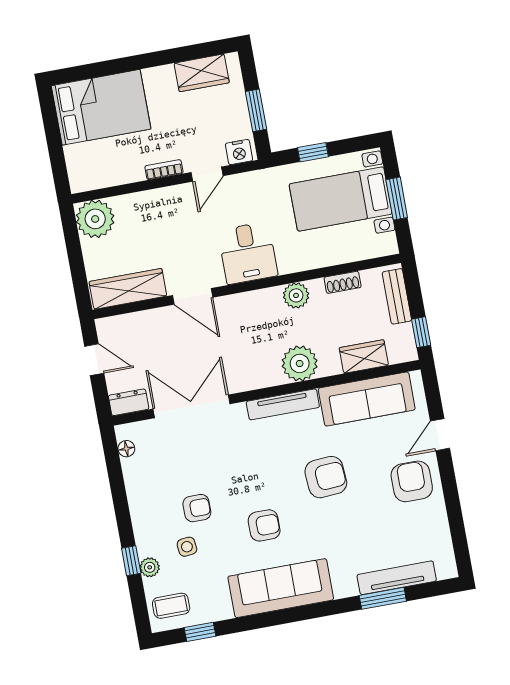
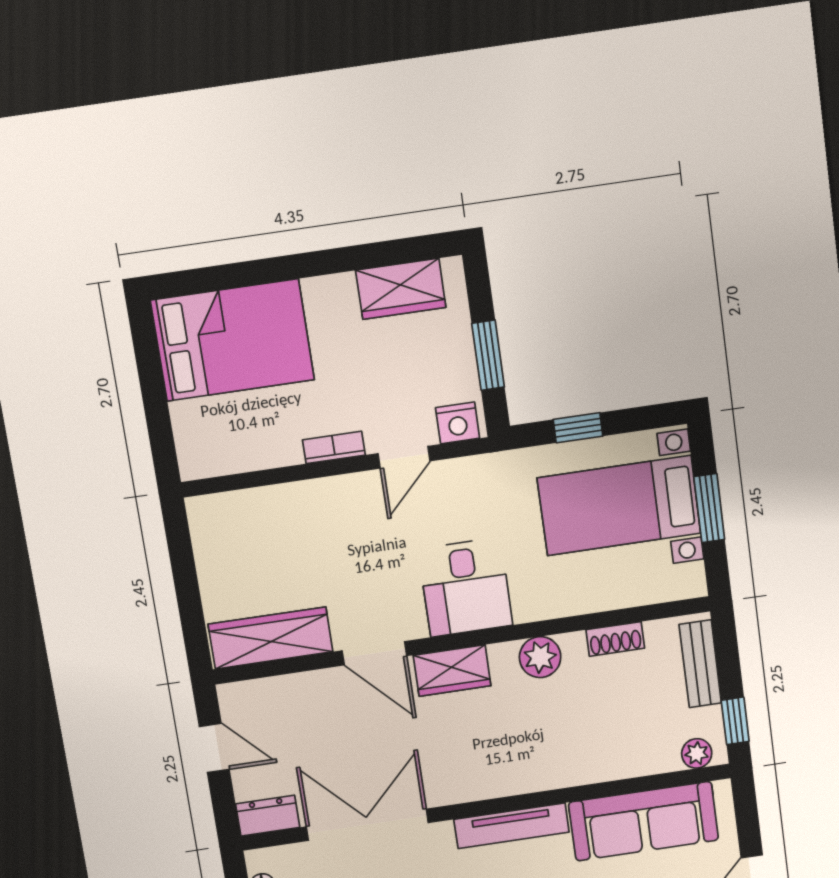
plant: (95, 219) -> (220, 524), removed
wardrobe: (364, 357) -> (452, 670), moved, turned 180
plant: (300, 363) -> (697, 753), moved, width x0.53, depth x0.53

